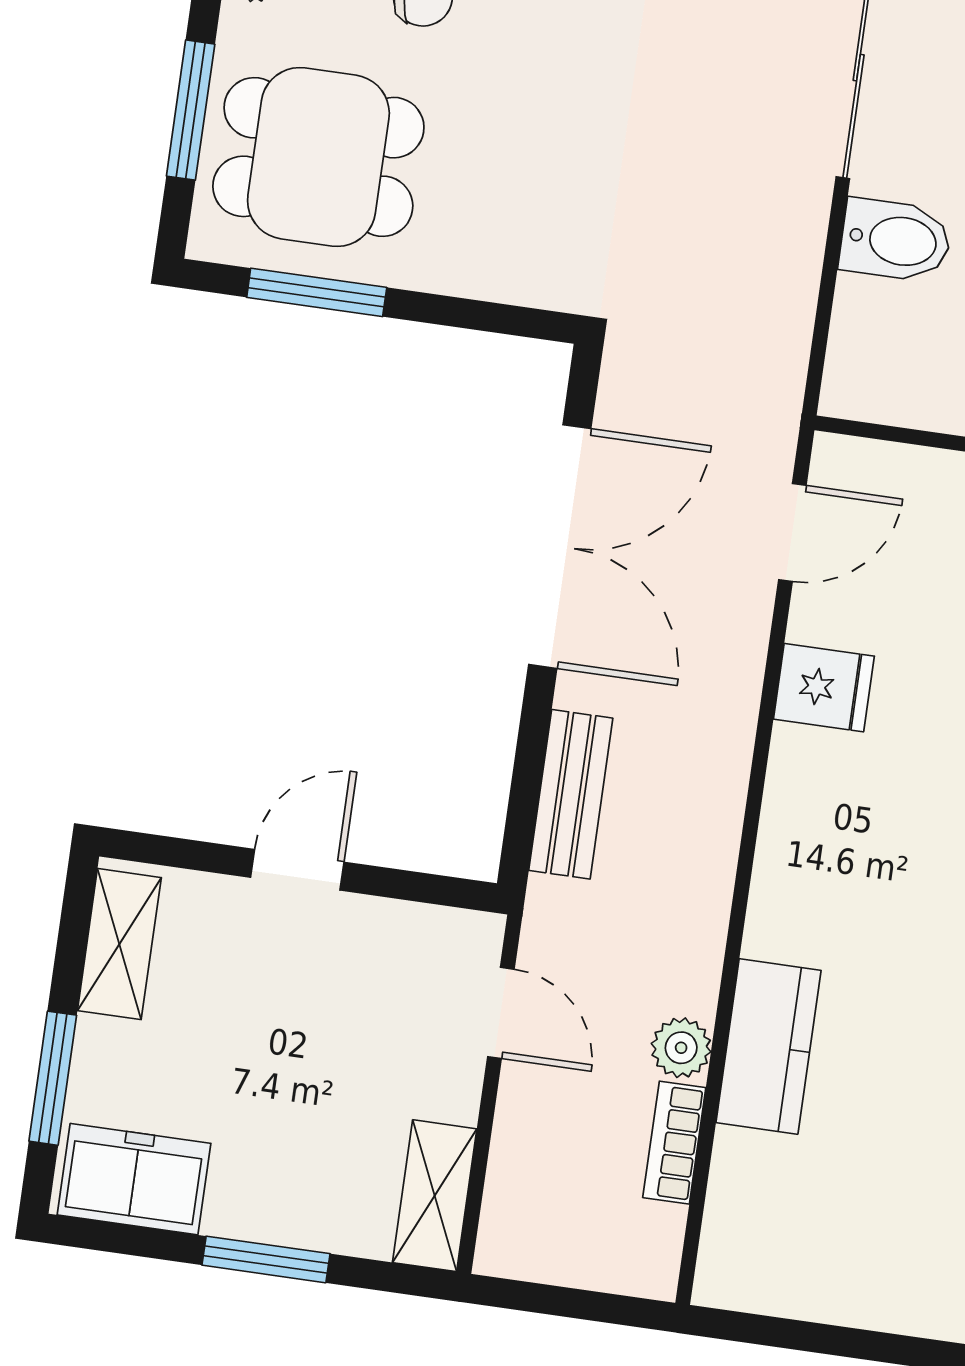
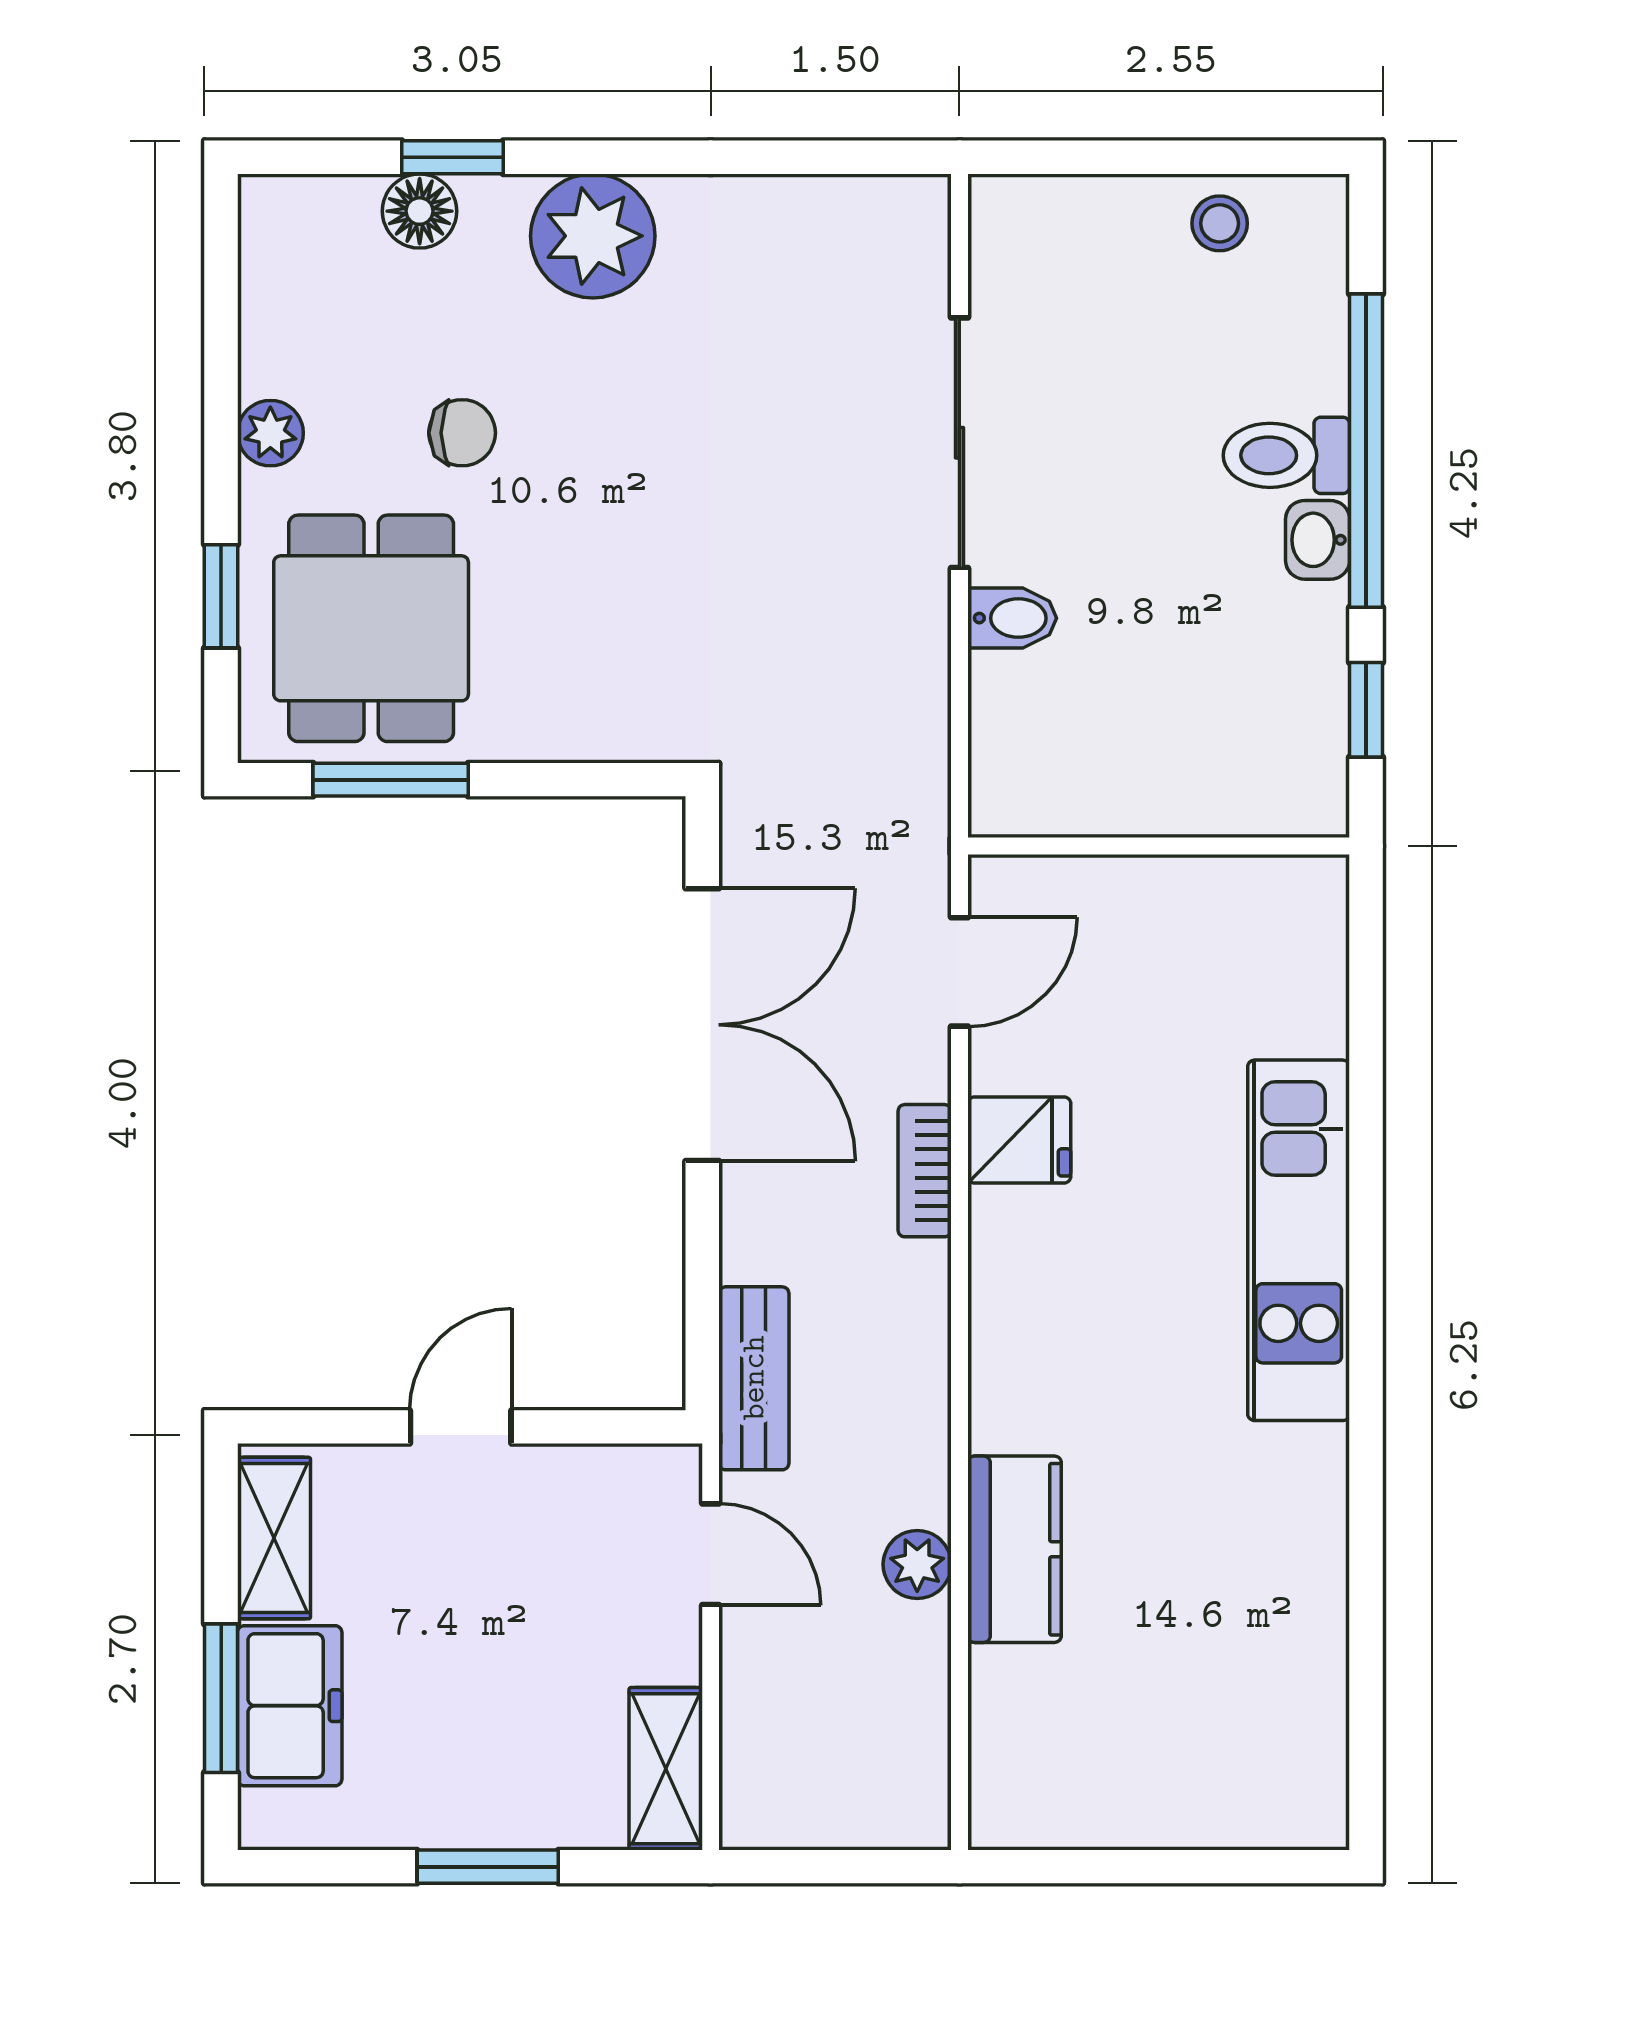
window: (191, 110) -> (221, 596), width x0.67
dining table: (318, 157) -> (371, 628), turned 90
bidet: (896, 240) -> (1012, 618), width x0.72, depth x0.74
bench: (571, 794) -> (754, 1378), moved
bookcase: (674, 1143) -> (925, 1171), moved
freezer: (134, 1179) -> (290, 1706), moved, turned 90

